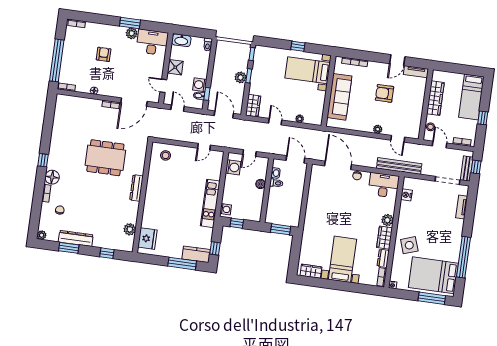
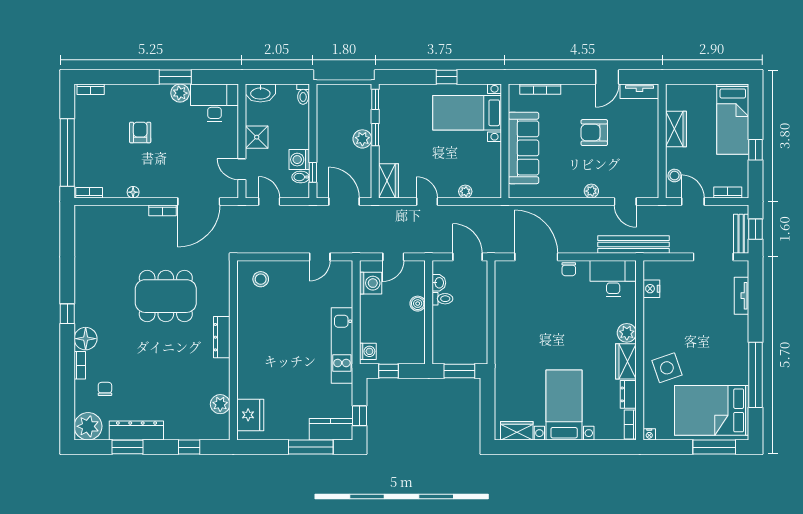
wardrobe: (435, 98) -> (676, 129), width x0.67
plant: (42, 235) -> (88, 426), width x1.88, depth x1.88

